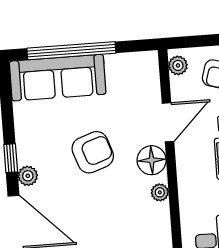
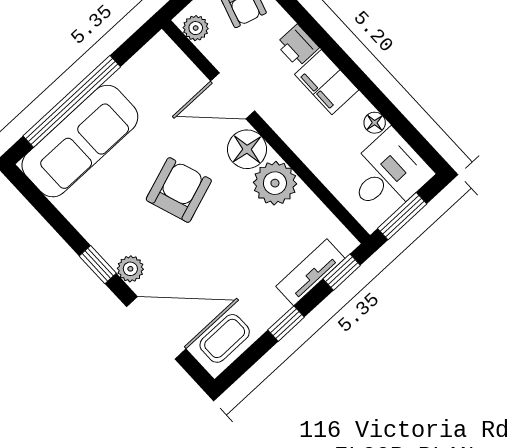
door: (168, 122) -> (233, 96), swing flipped
plant: (160, 192) -> (275, 183), width x1.87, depth x1.87

